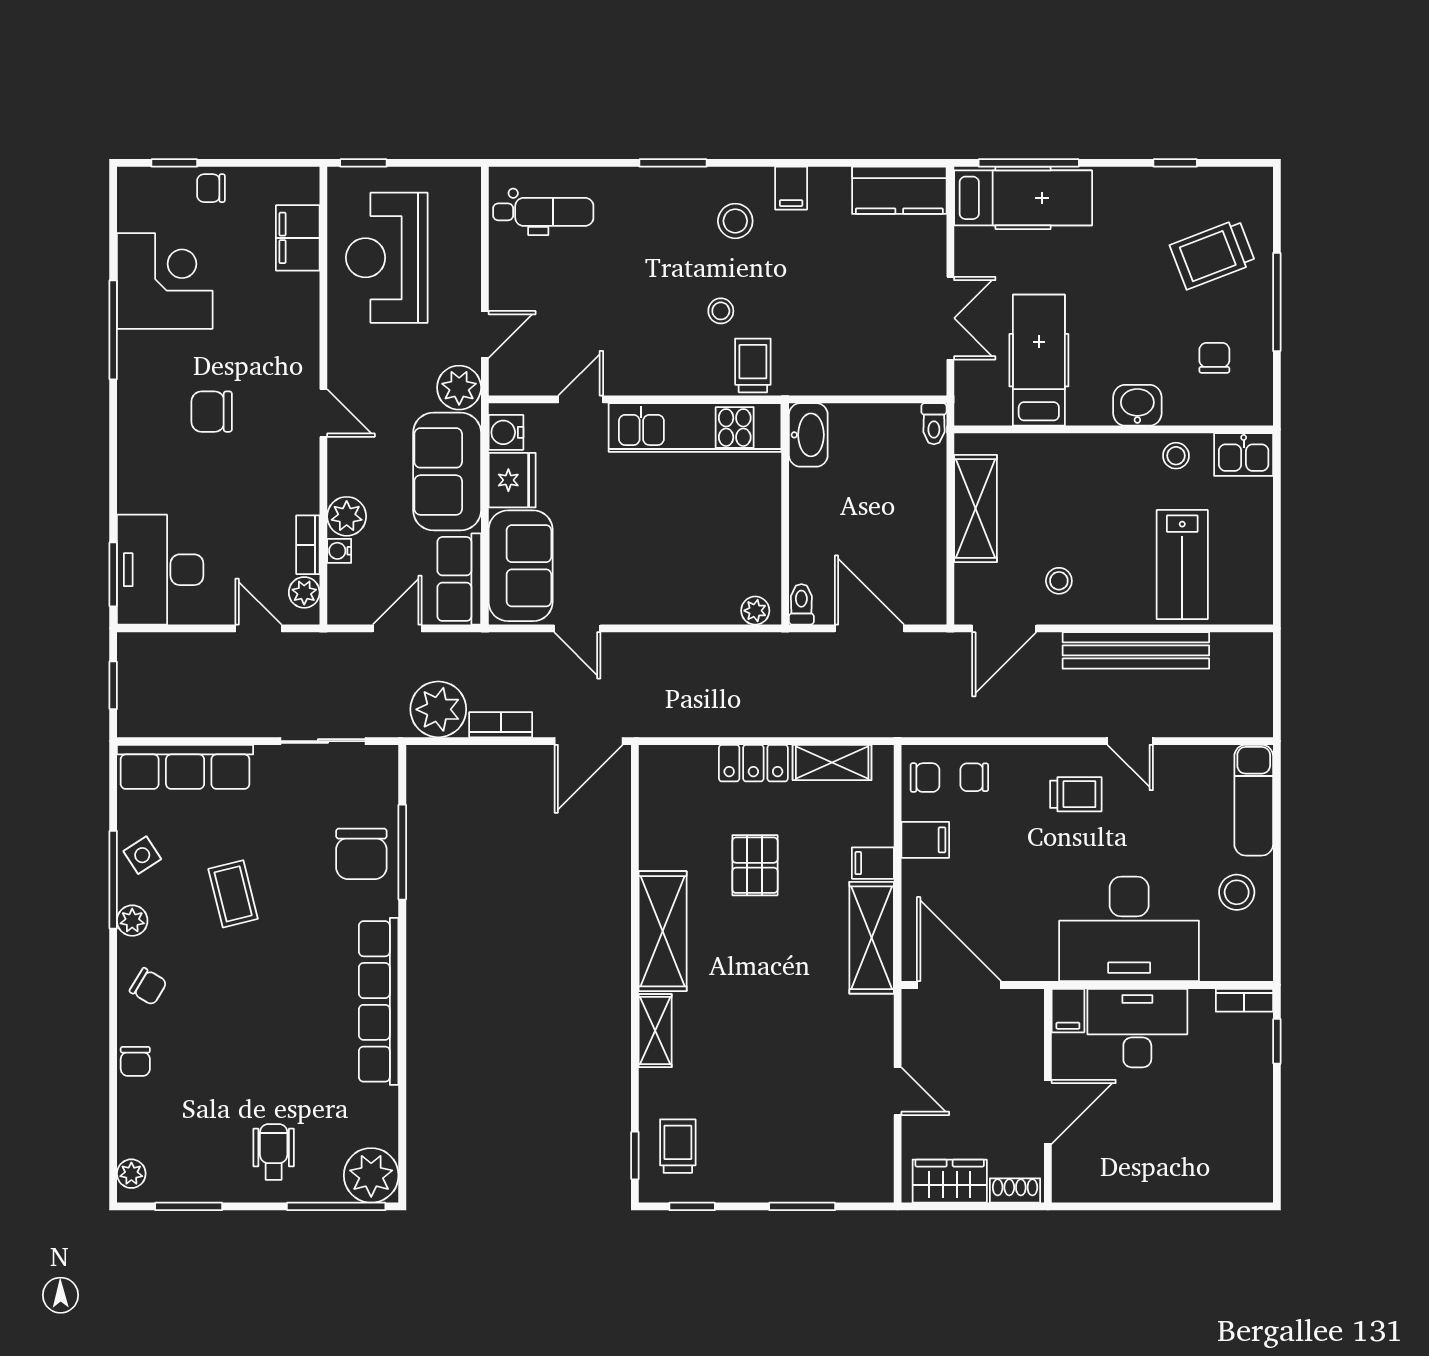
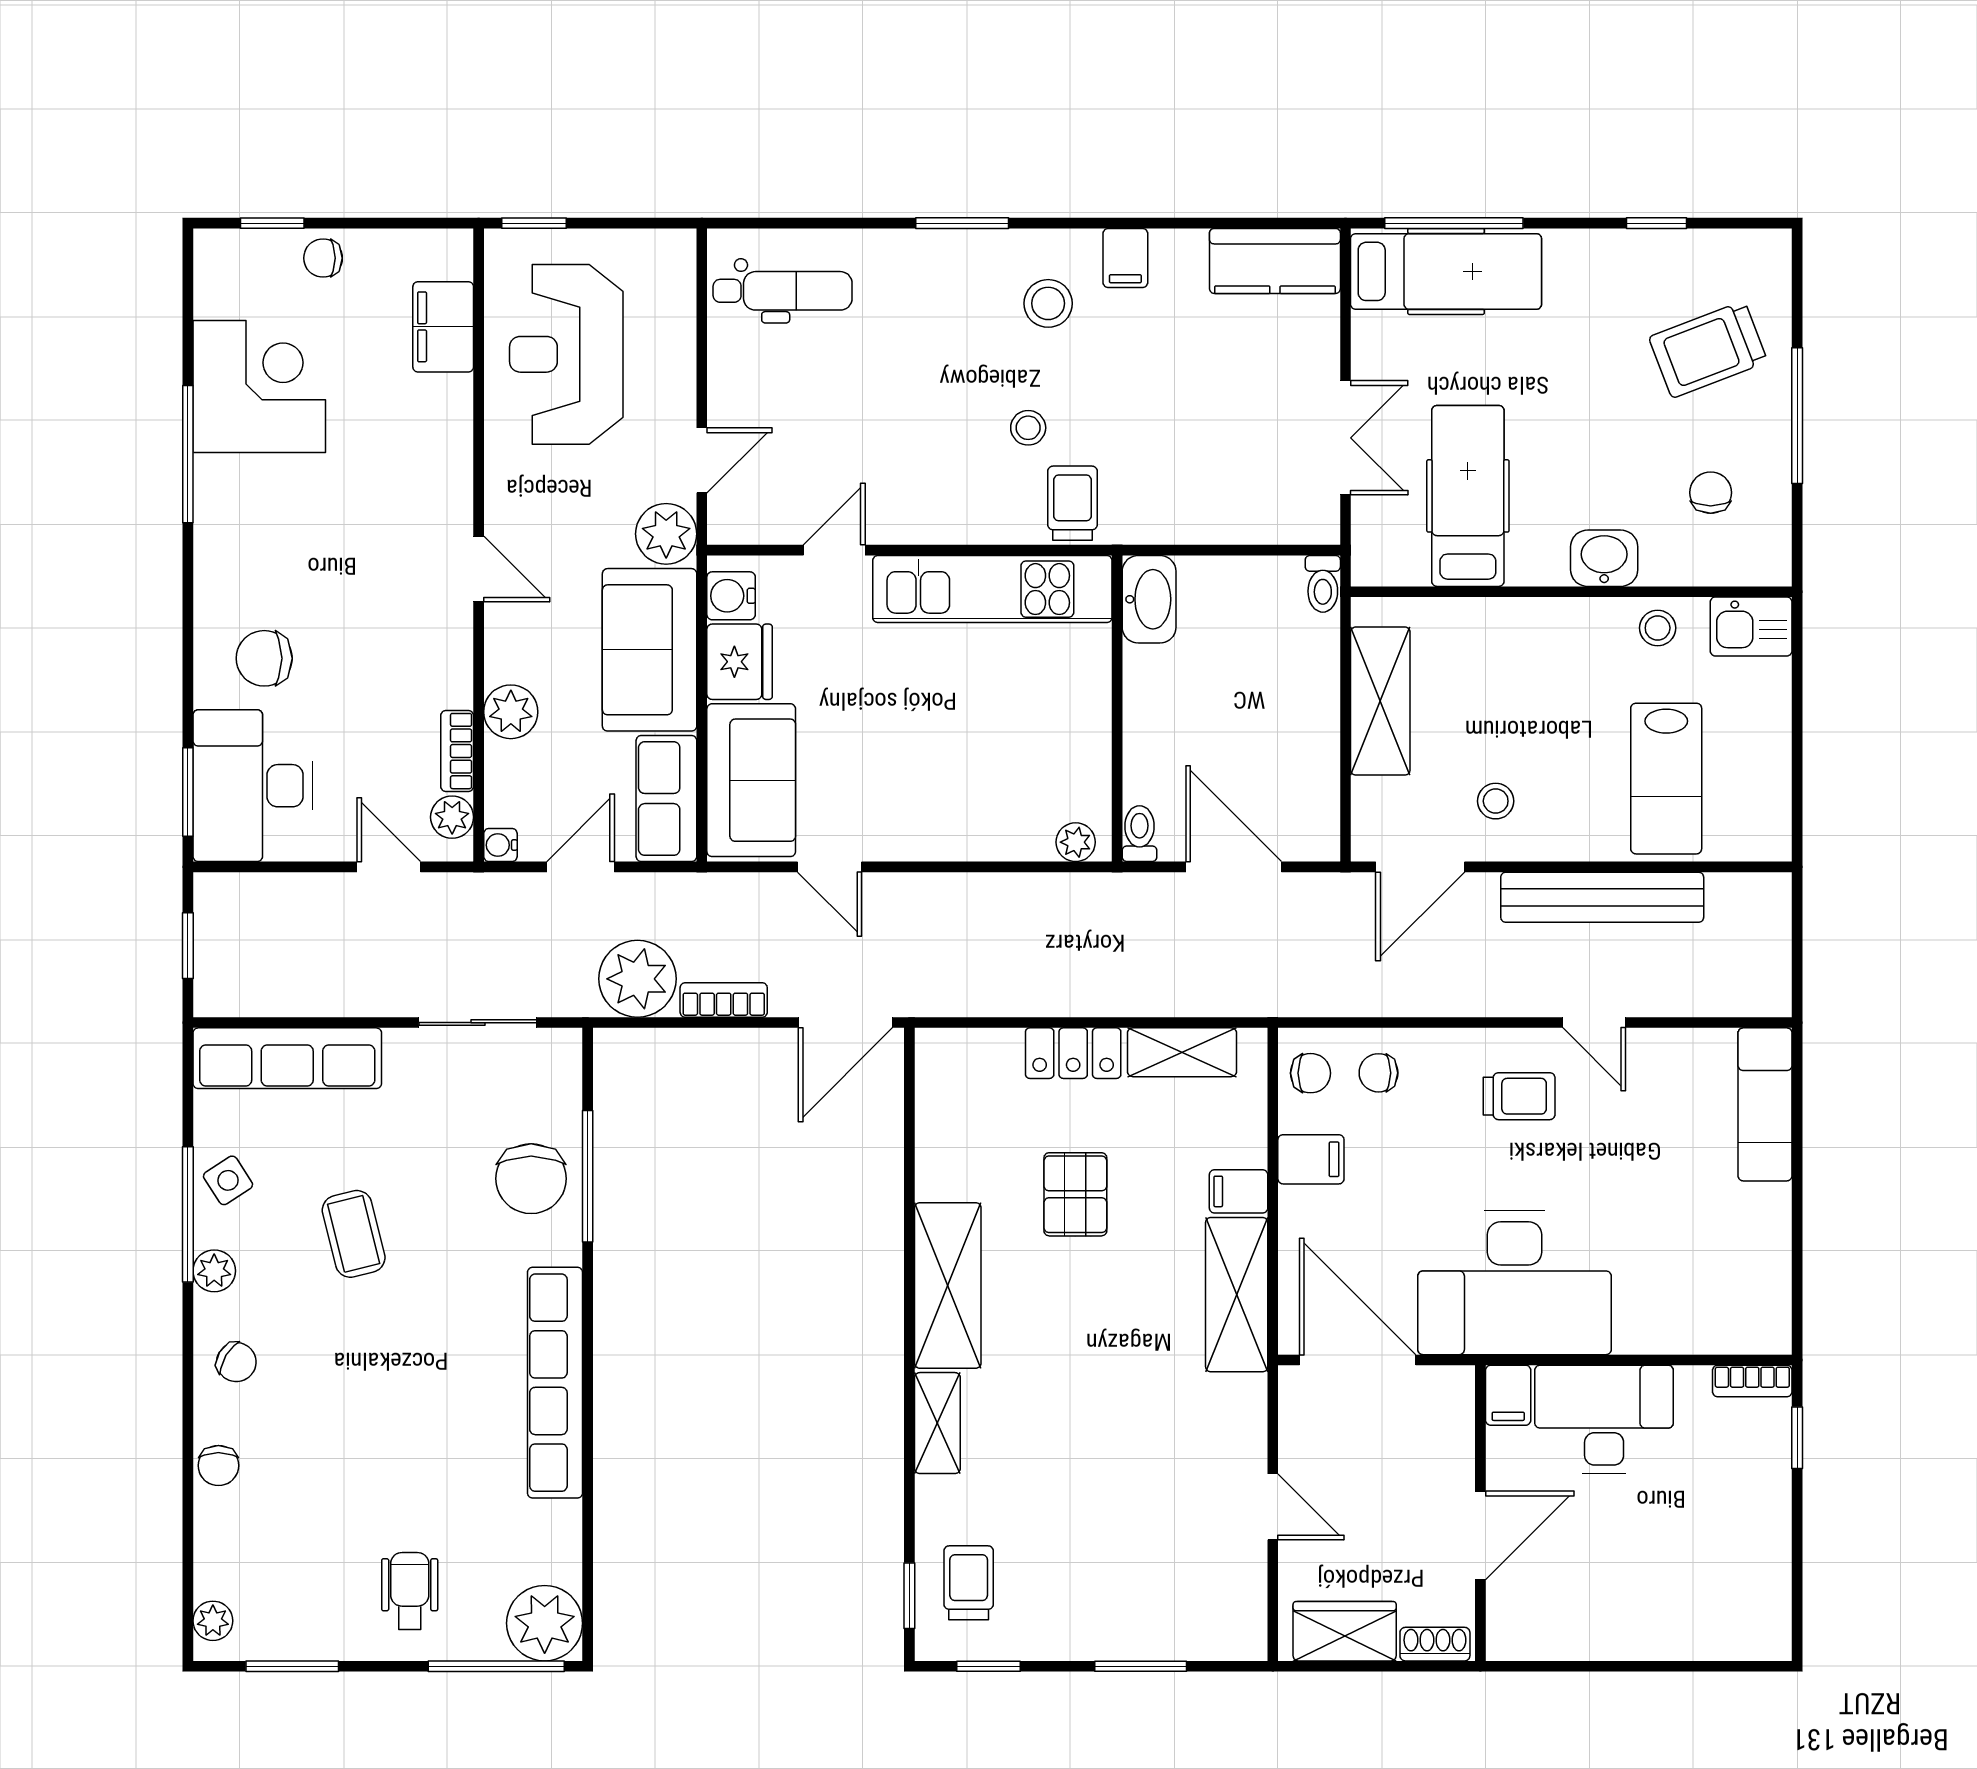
chair: (212, 412) -> (264, 658), moved
water cooler: (339, 551) -> (500, 845), moved
stool: (1237, 892) -> (1741, 1232), removed
desk: (1129, 929) -> (1515, 1282), moved

